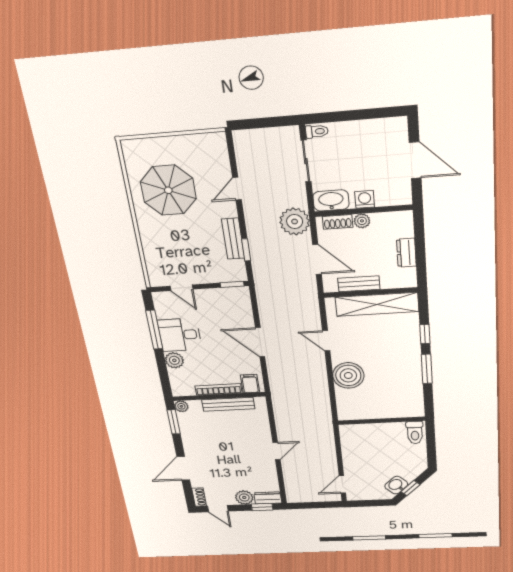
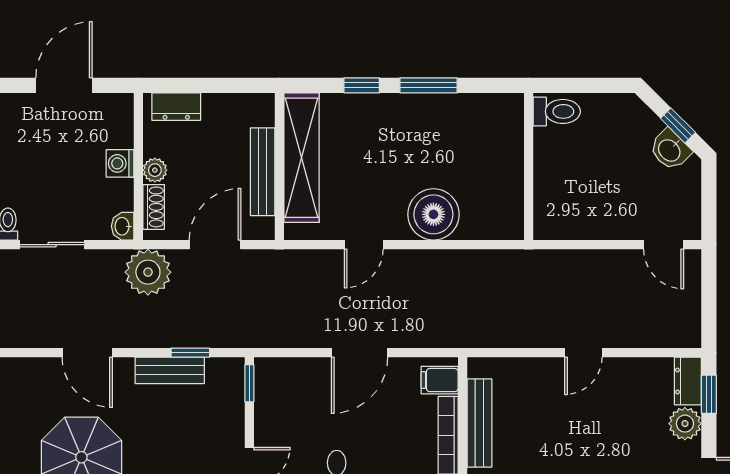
door: (237, 189) -> (87, 353), width x1.38
washbasin: (331, 200) -> (123, 226), width x0.52, depth x0.69
dresser: (406, 253) -> (176, 107), moved
bench: (359, 284) -> (263, 172), width x1.36
door: (276, 451) -> (583, 353), swing flipped

